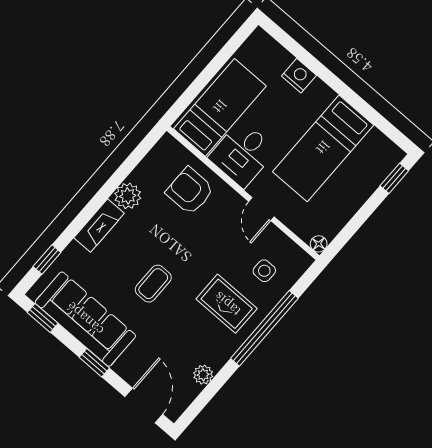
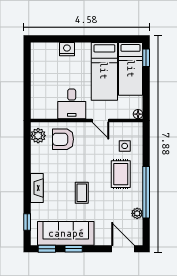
bed: (220, 107) -> (131, 69), moved, turned 180
plant: (128, 196) -> (38, 136), moved
rug: (227, 304) -> (121, 174), turned 90
window: (264, 328) -> (146, 192), moved
window: (94, 363) -> (74, 249), moved

